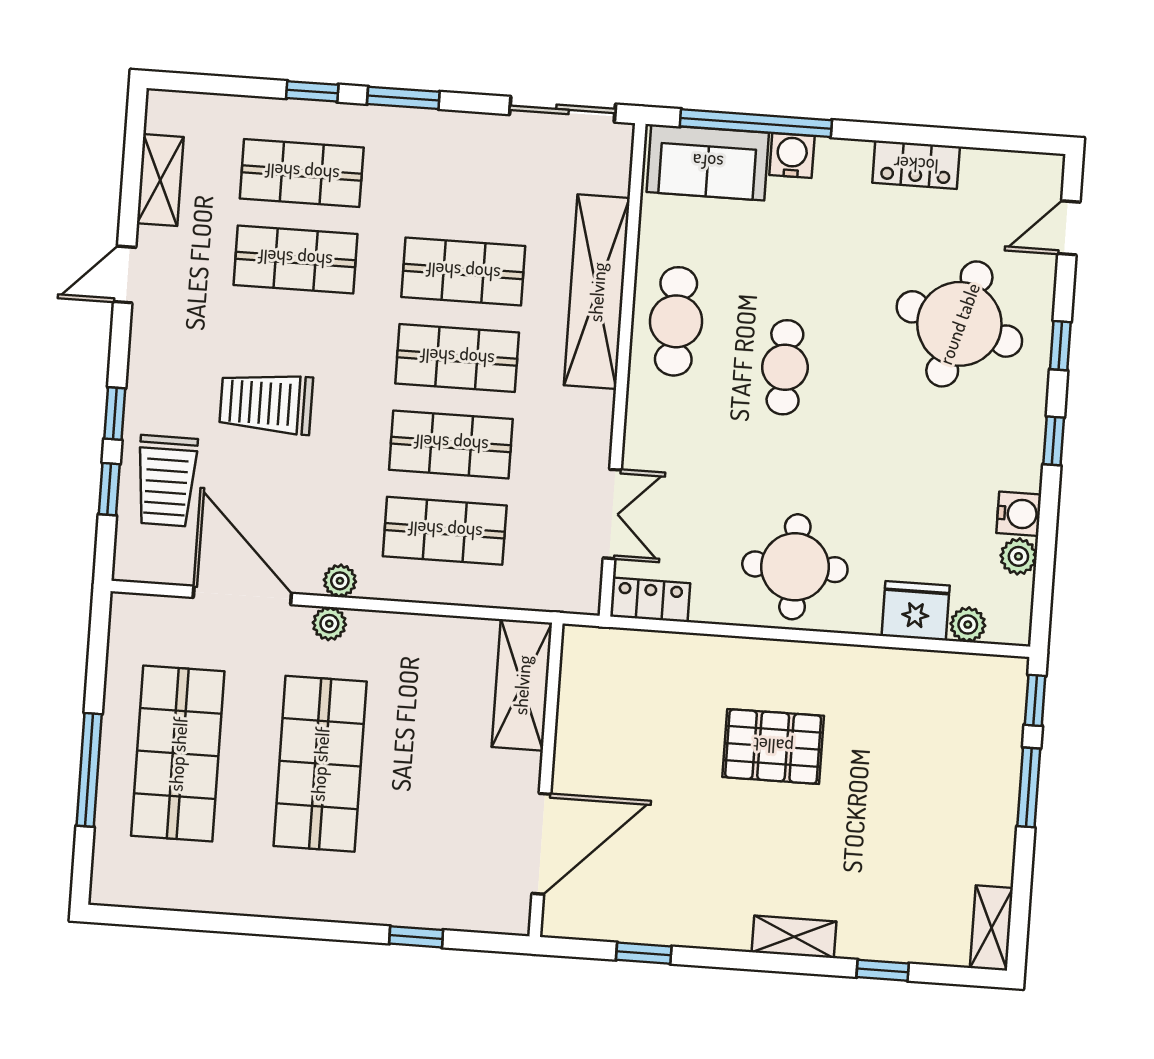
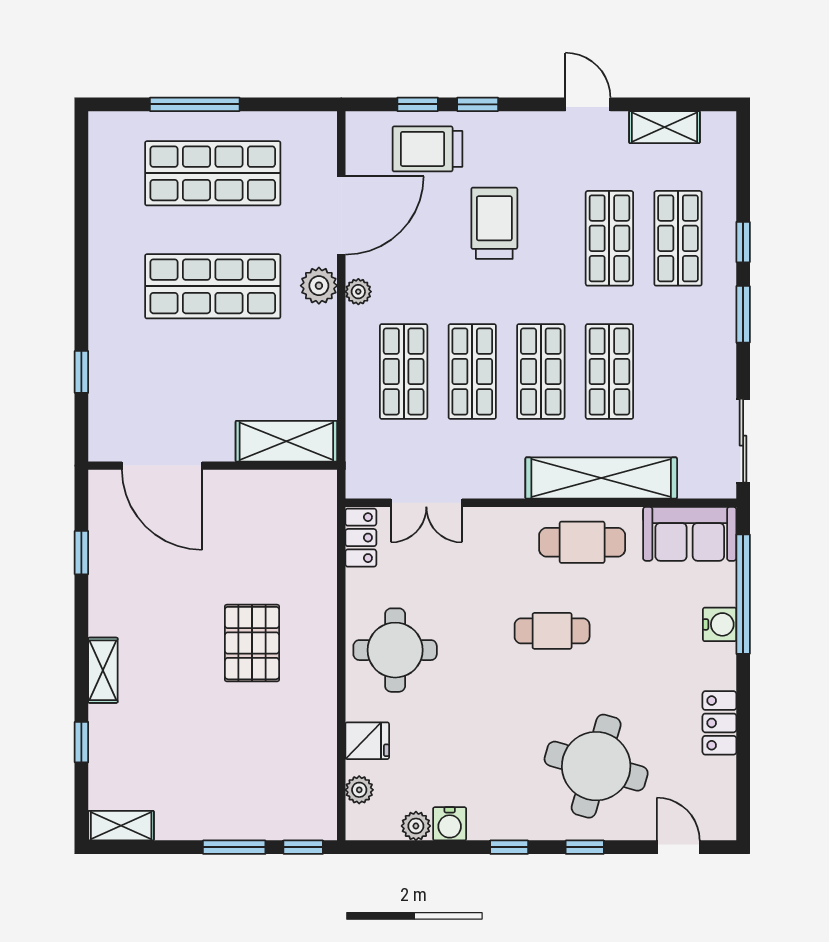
sofa: (708, 162) -> (690, 534), moved, turned -90
fridge: (916, 611) -> (367, 741), width x0.72
plant: (329, 624) -> (319, 286), width x1.38, depth x1.38

